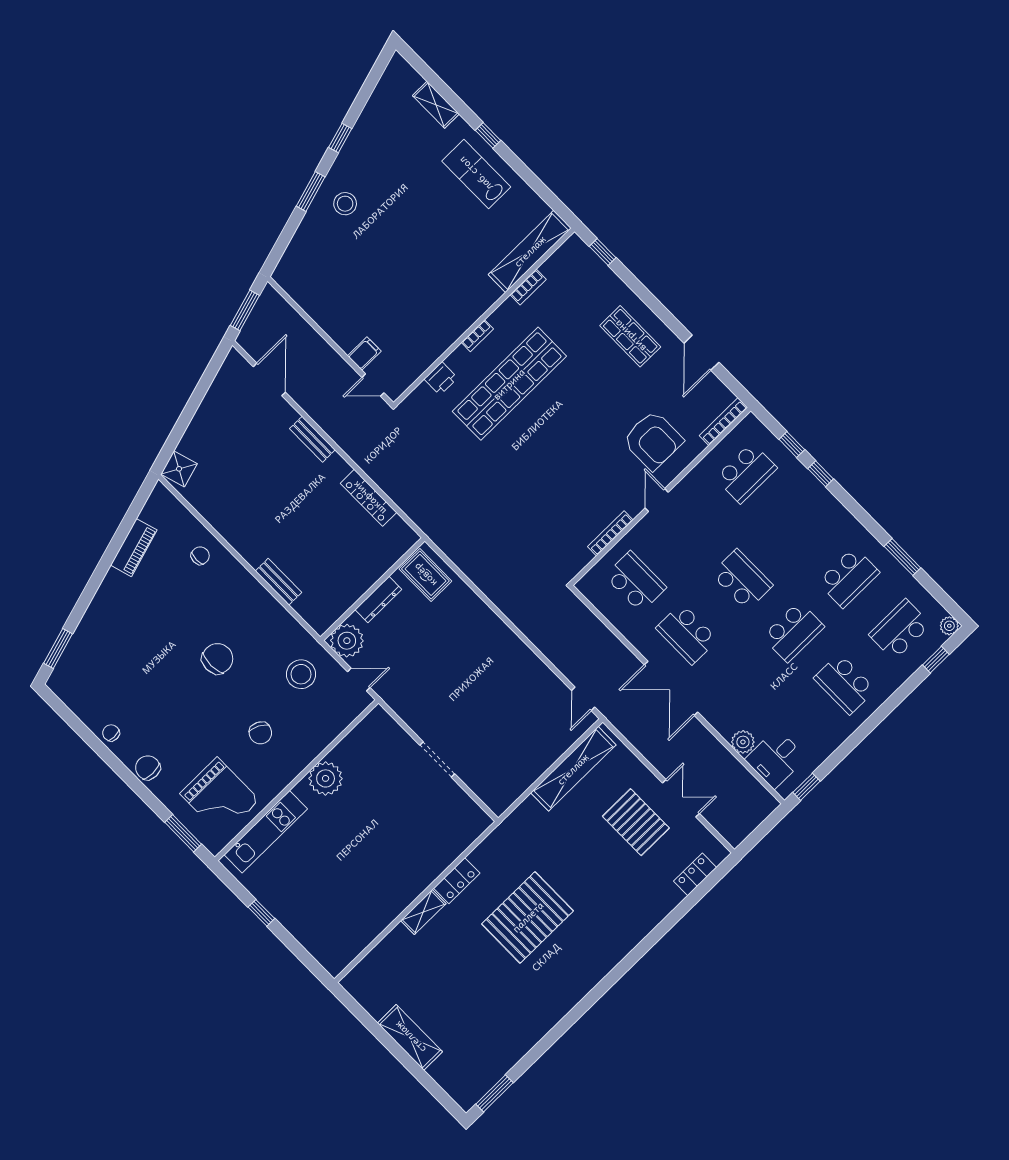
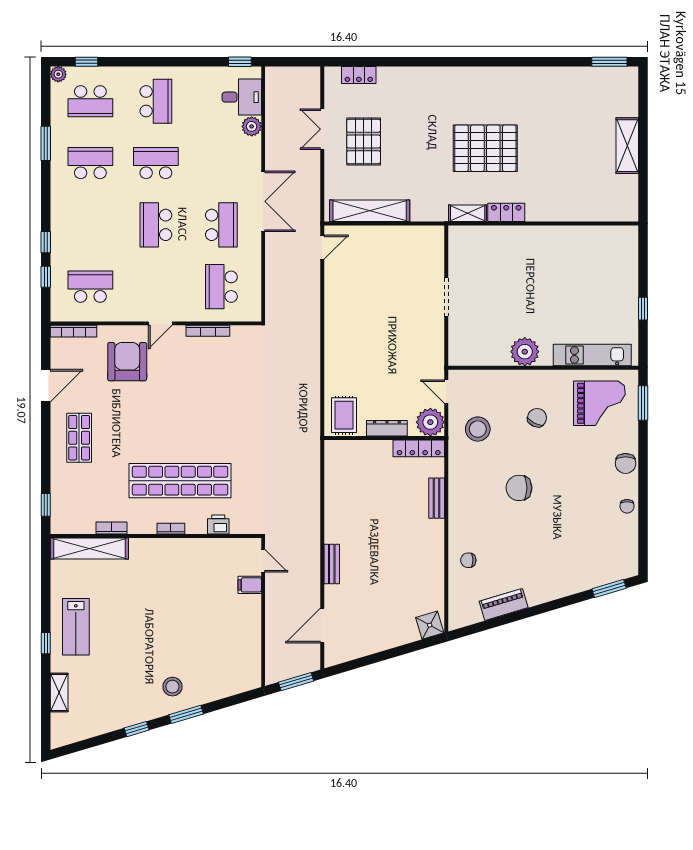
locker: (369, 498) -> (419, 448), moved, turned 90
grand piano: (220, 797) -> (599, 403), turned 90
shelving: (423, 912) -> (468, 213), moved

